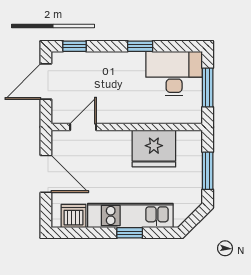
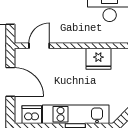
fridge: (154, 149) -> (98, 59), width x0.73, depth x0.75

